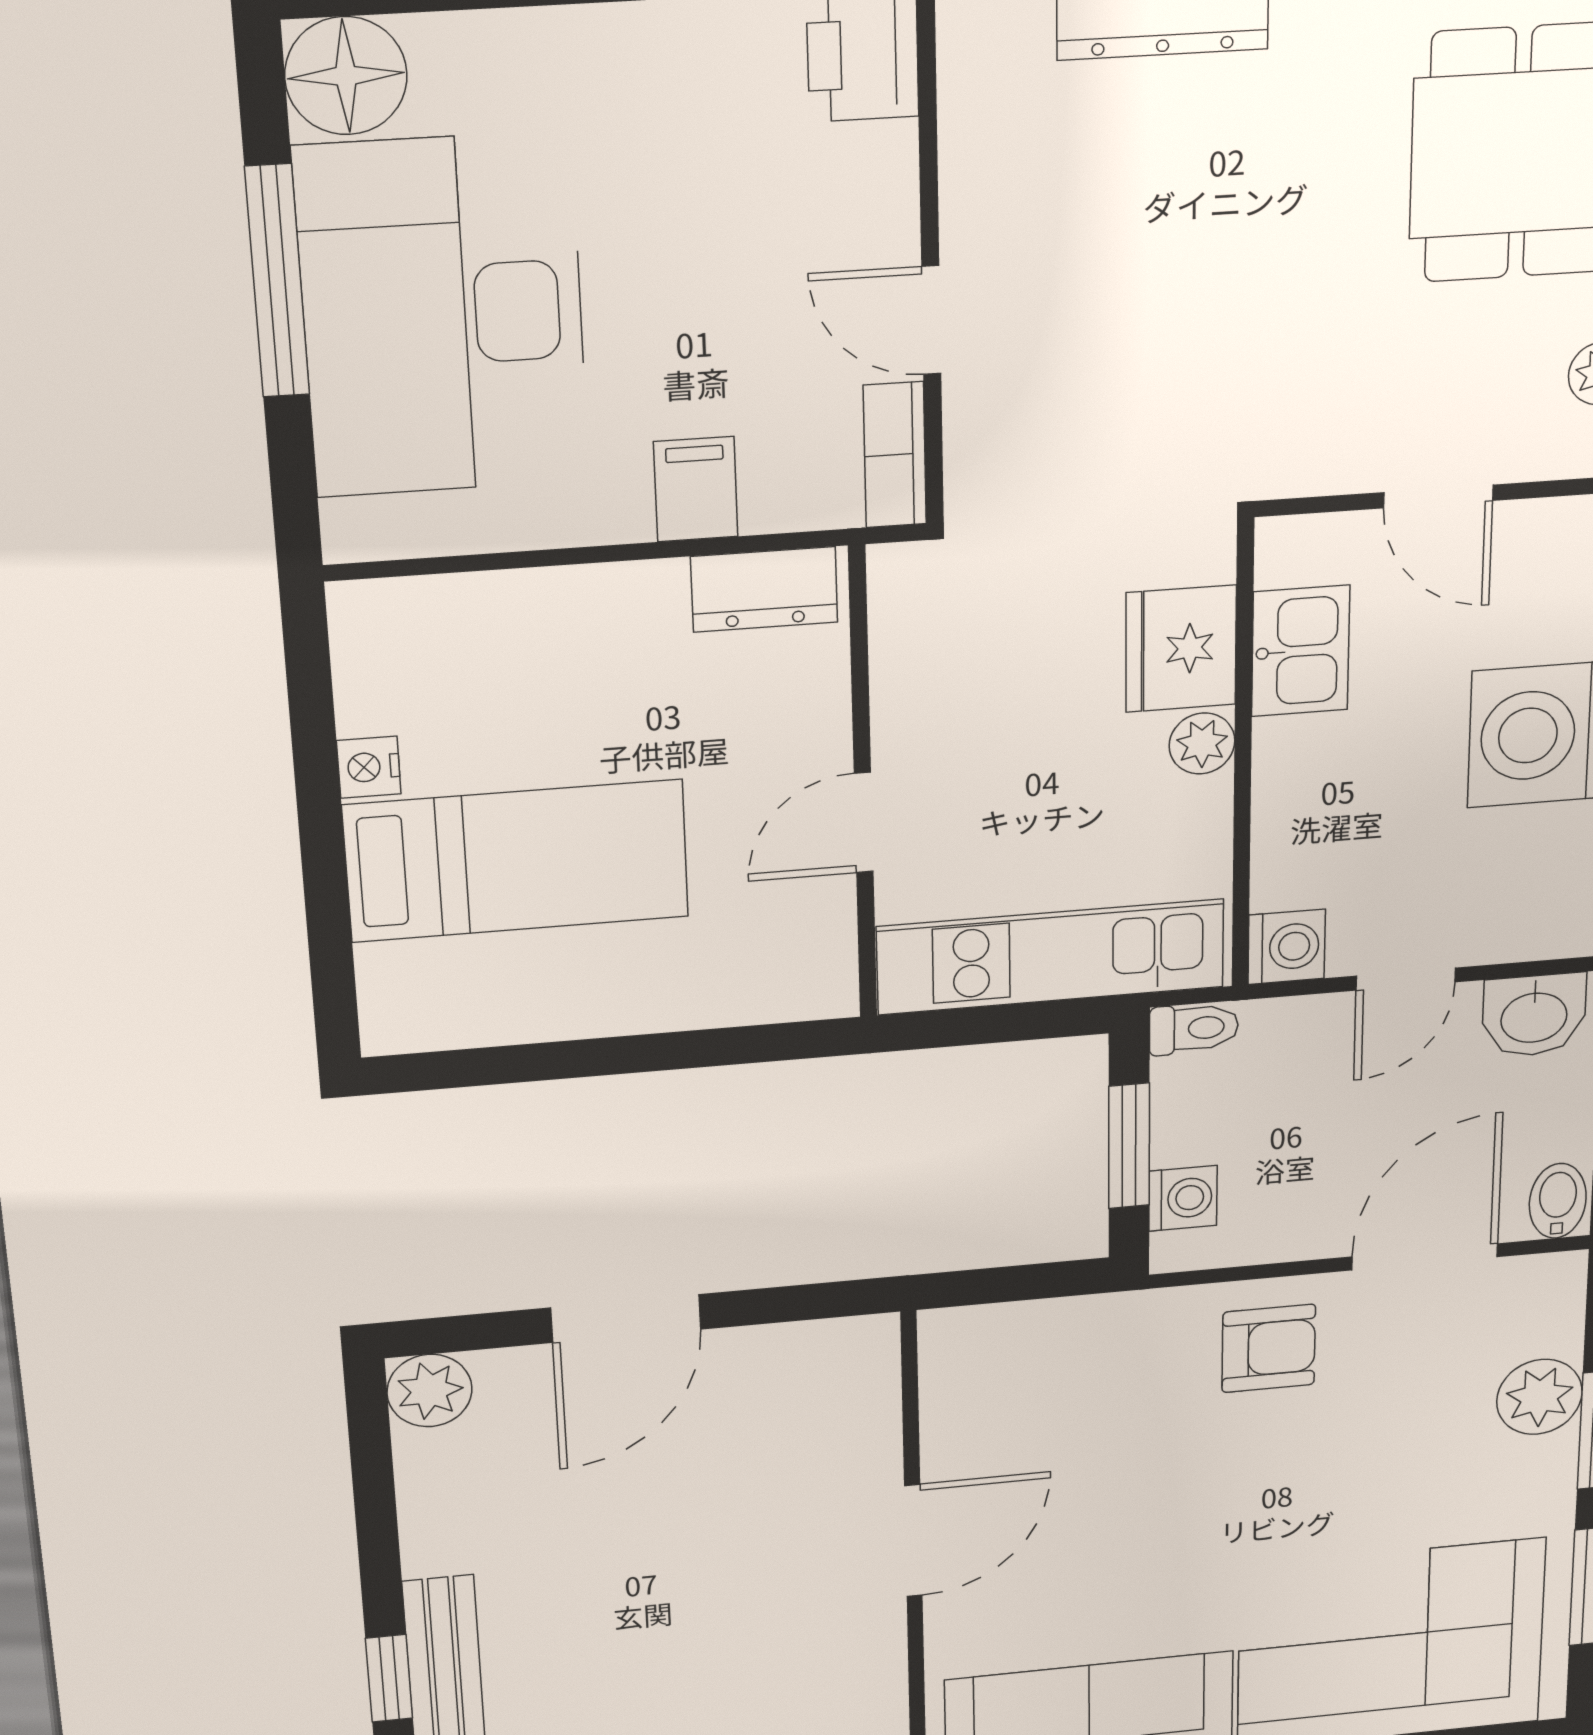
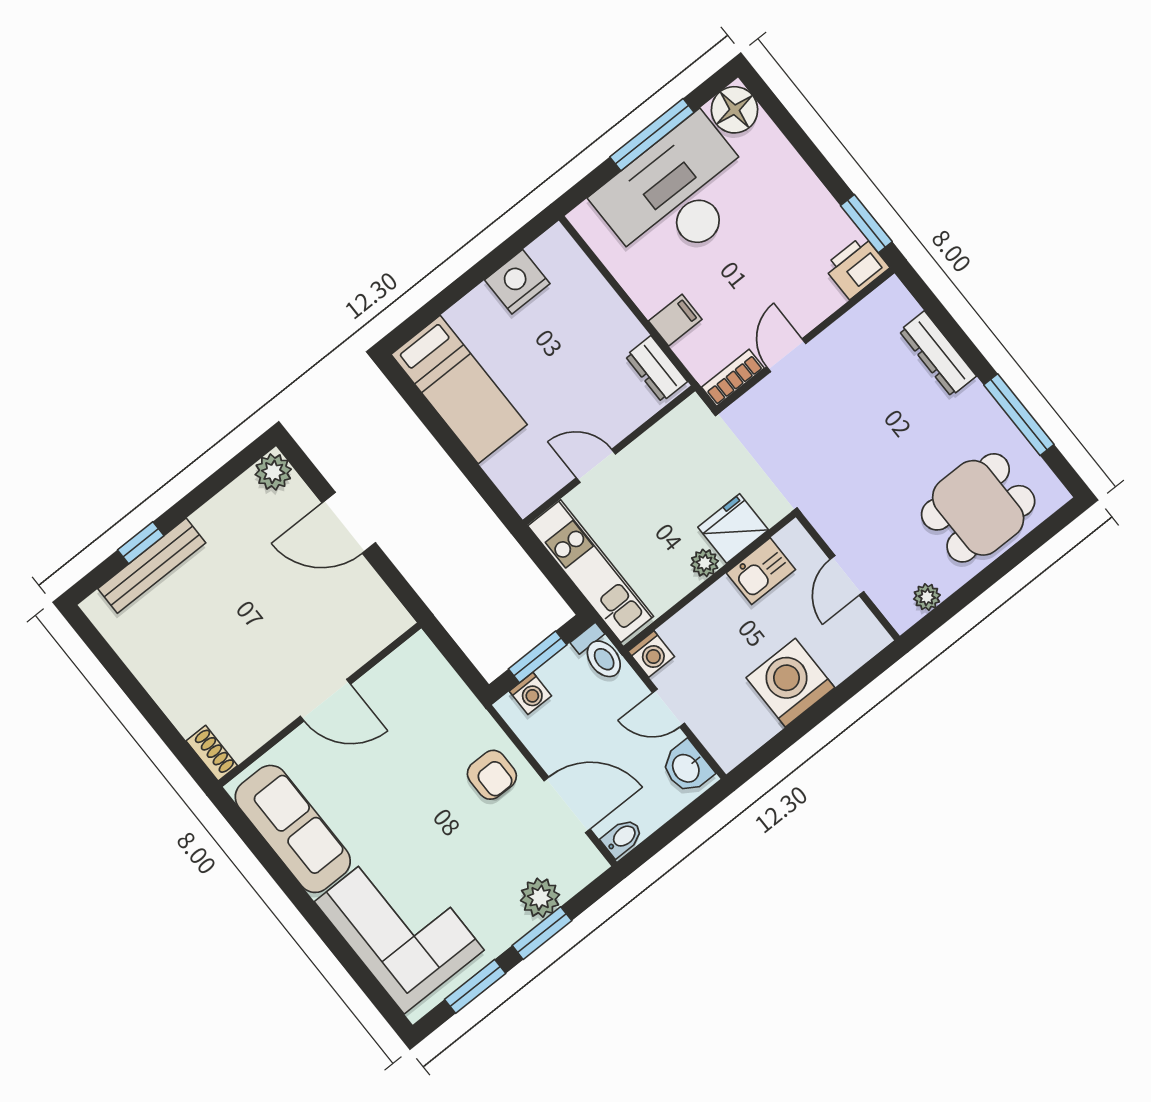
nightstand: (369, 767) -> (517, 282), width x1.89, depth x1.79
bed: (517, 861) -> (459, 390), moved
toilet: (1194, 1029) -> (599, 653), width x1.37, depth x1.39

